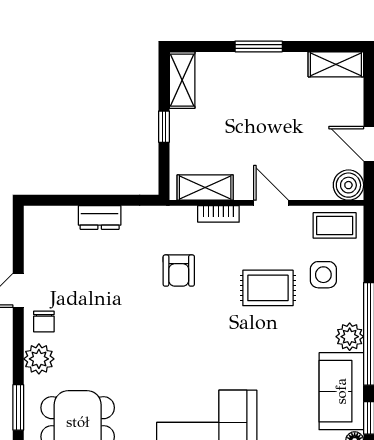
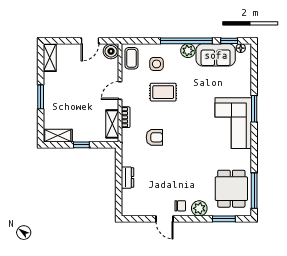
rug: (268, 288) -> (163, 92), turned 90

